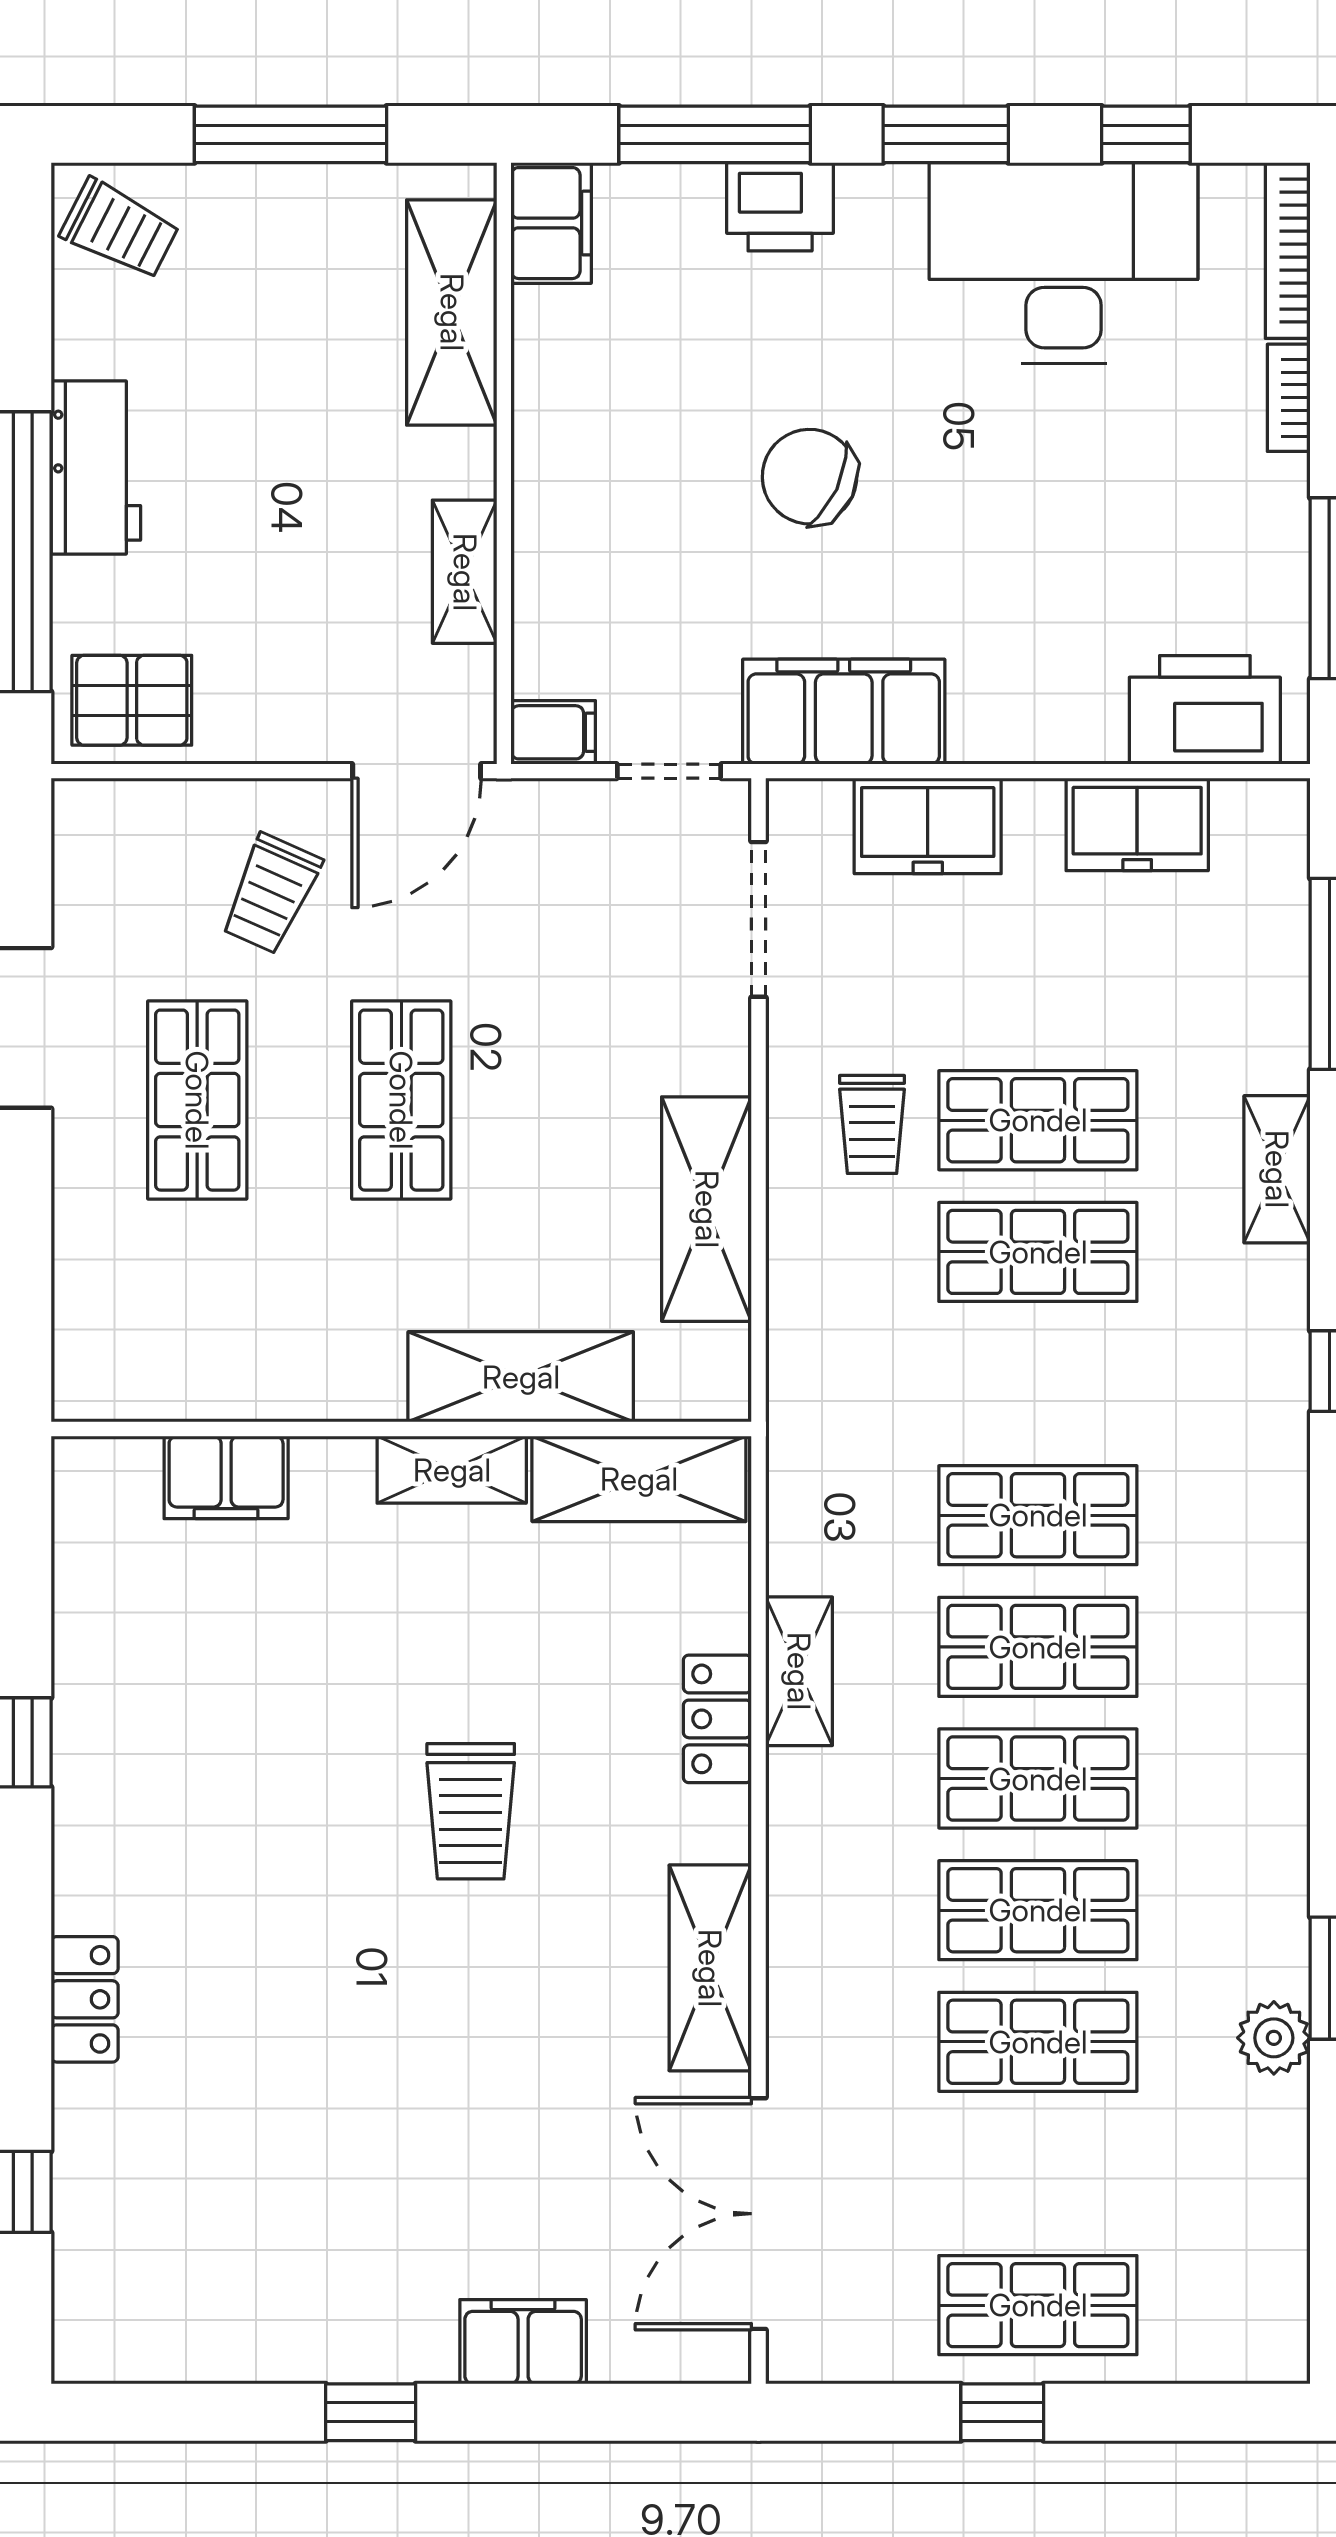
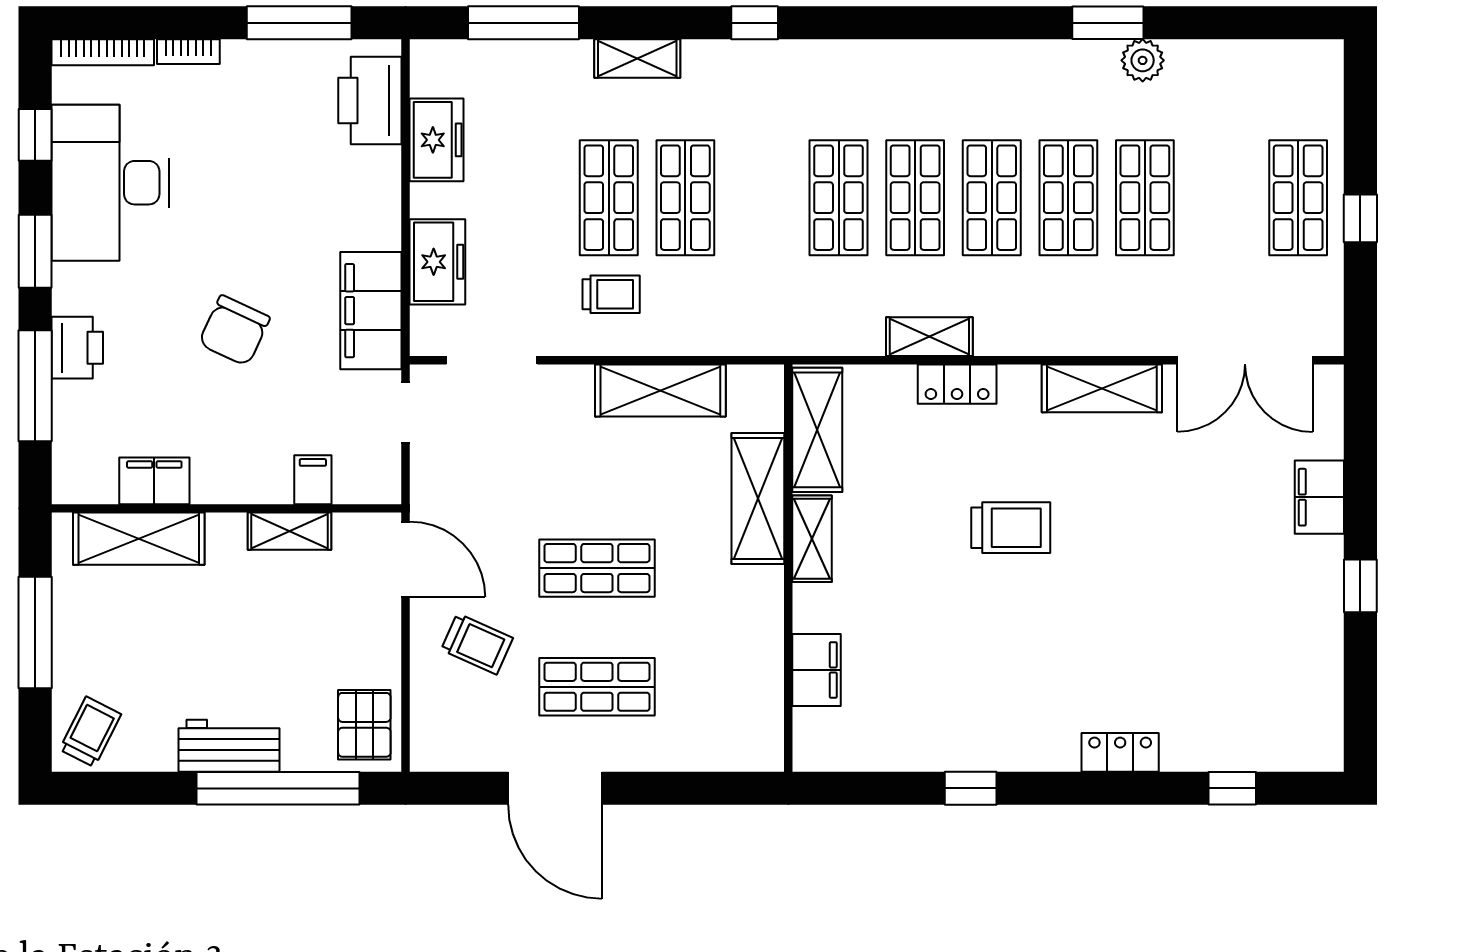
filing cabinet: (551, 223) -> (154, 481), moved
filing cabinet: (553, 732) -> (313, 480), moved

